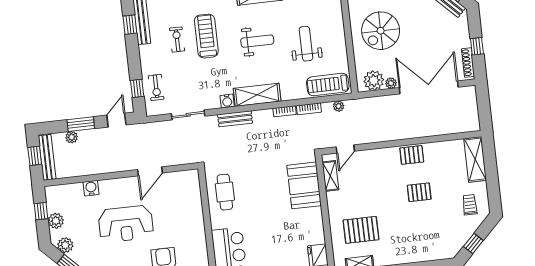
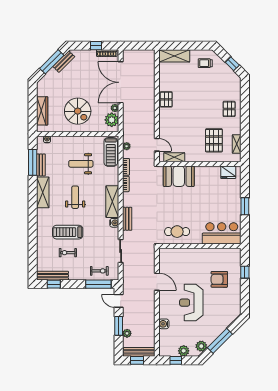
window: (137, 88) -> (98, 284), width x2.17
pallet: (419, 192) -> (229, 109), moved
reception desk: (126, 224) -> (191, 303), turned 180

